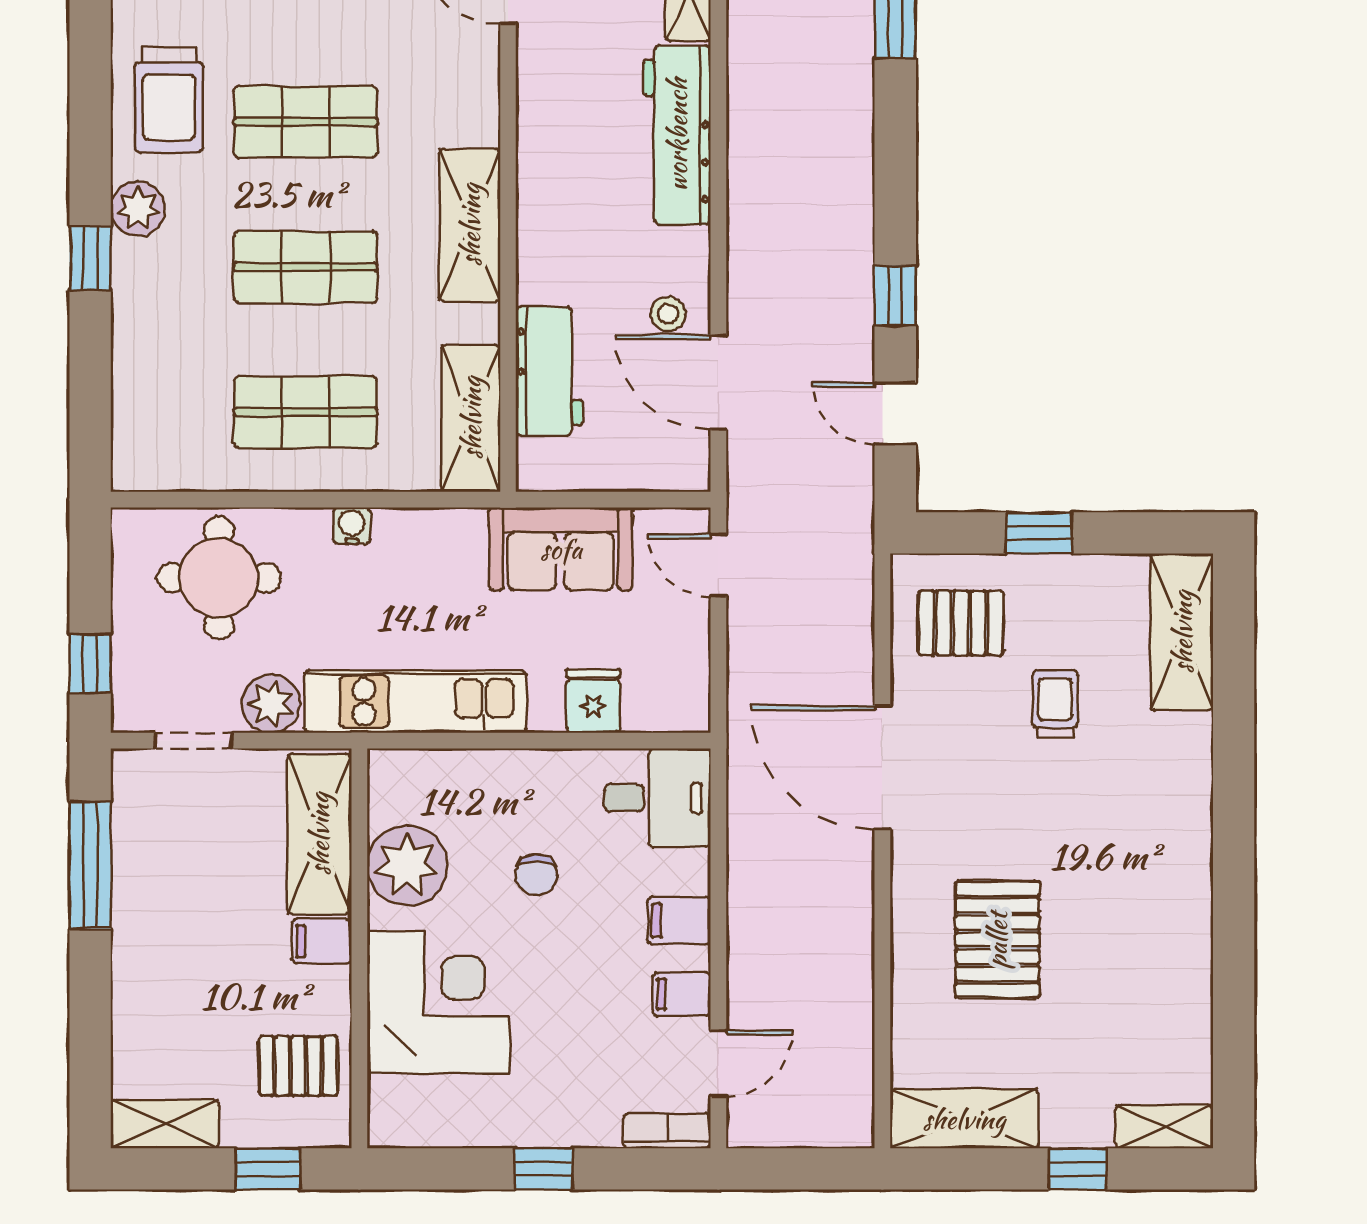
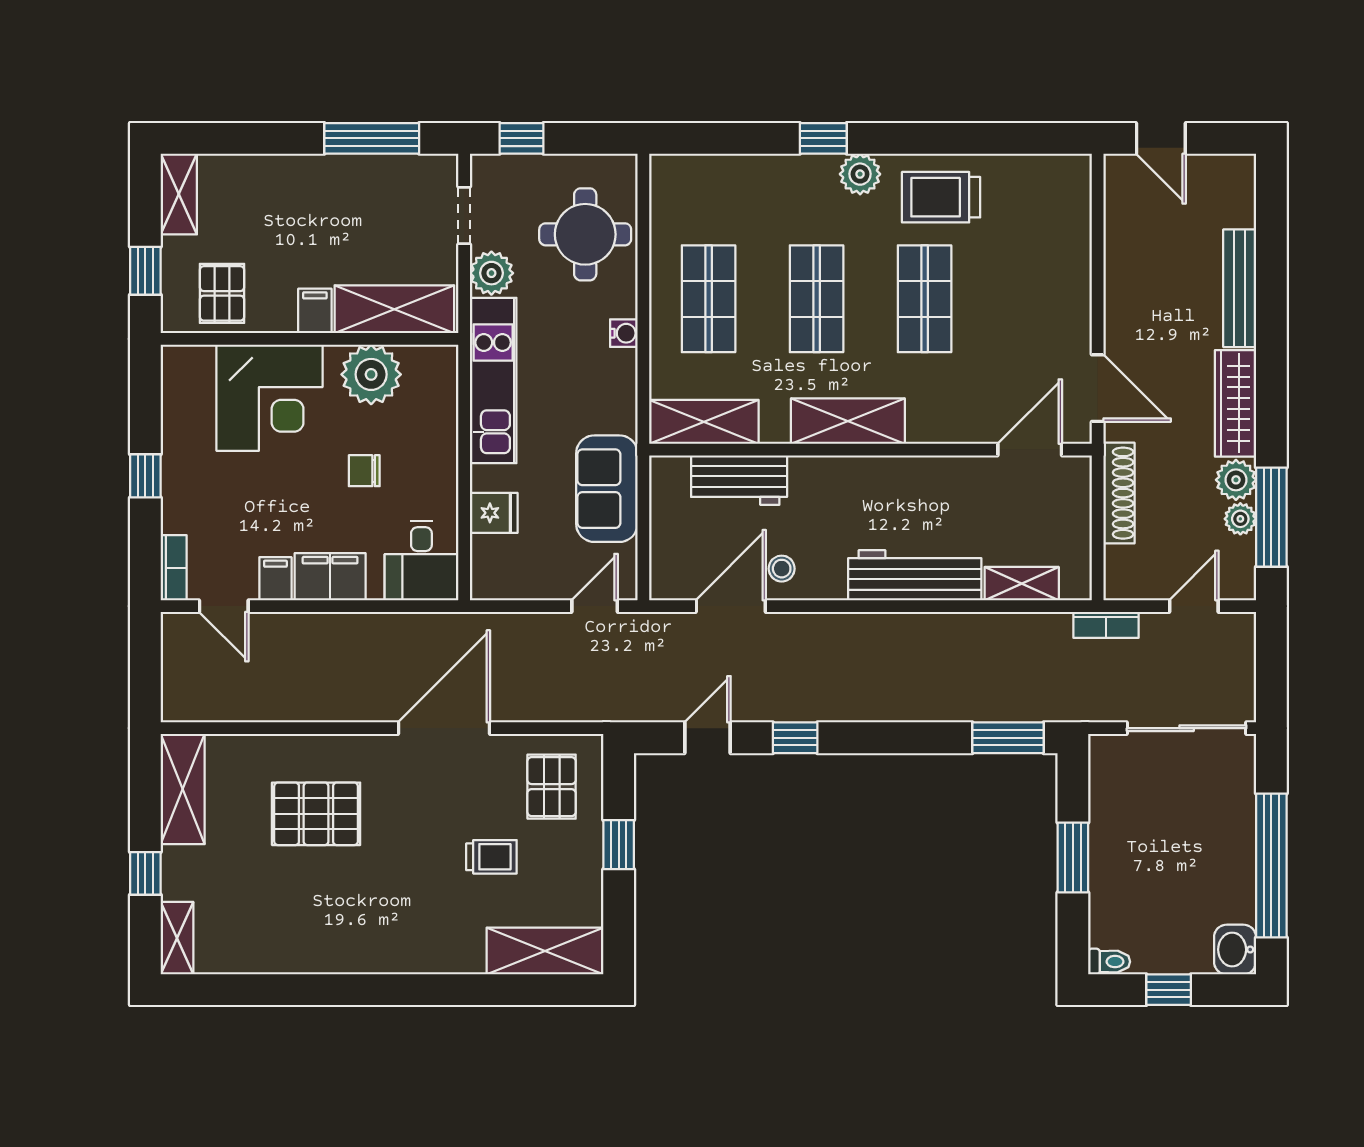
filing cabinet: (679, 921) -> (330, 577), width x2.00

